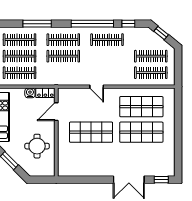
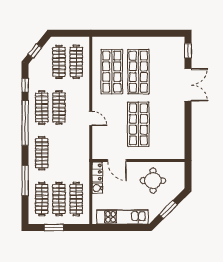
clothes rail: (63, 56) -> (59, 108), moved
door: (97, 87) -> (91, 118), hinge flipped

